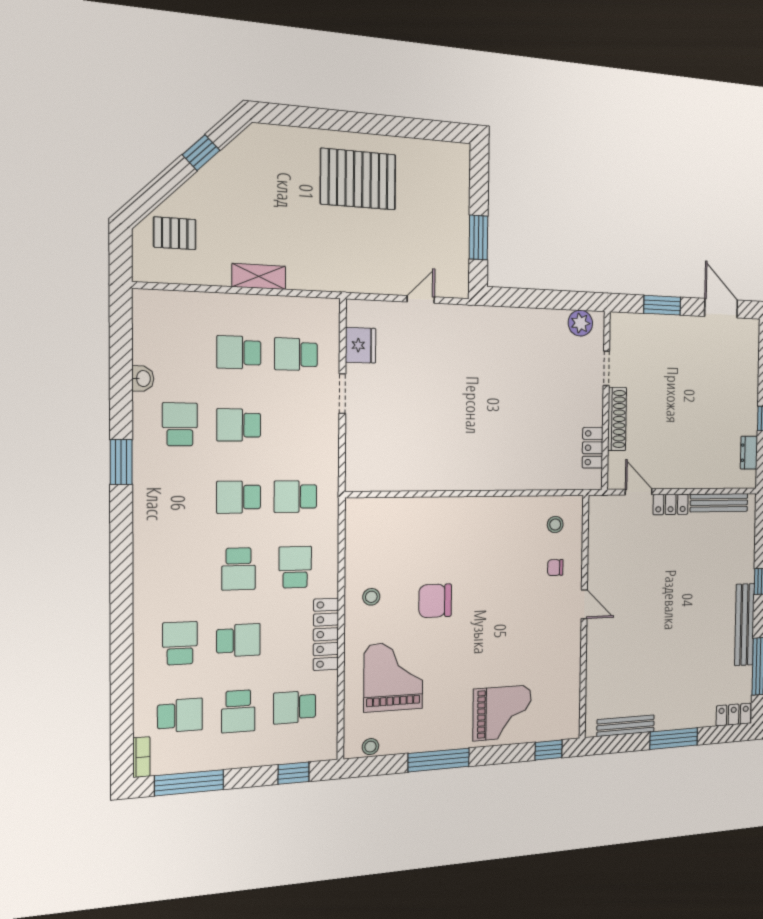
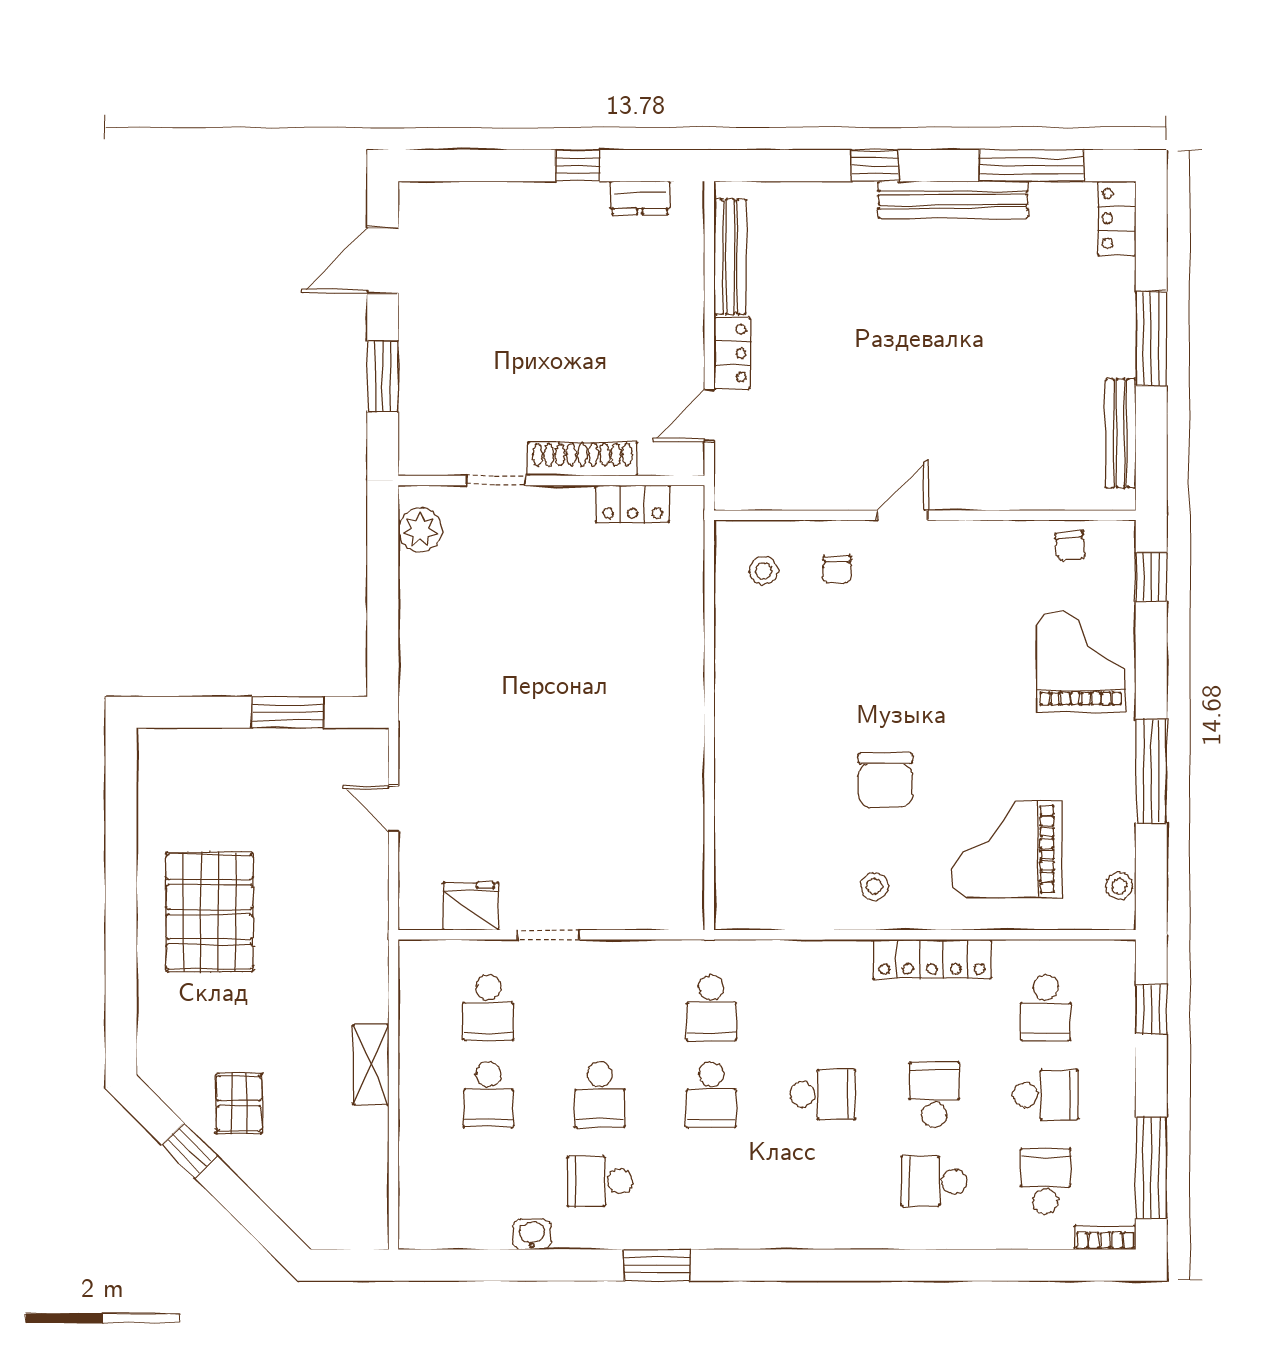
pallet: (175, 233) -> (239, 1103), moved
school desk: (295, 567) -> (823, 1008), removed
chair: (566, 702) -> (1070, 546), added

